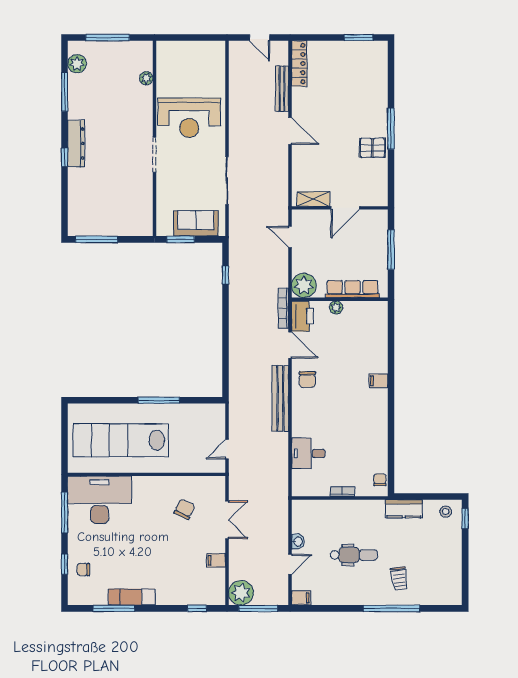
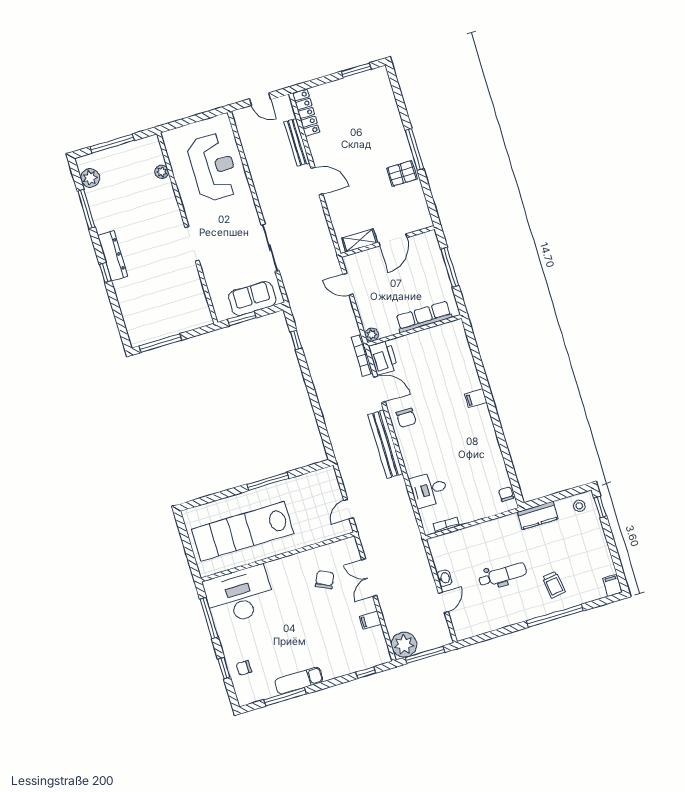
reception desk: (189, 118) -> (213, 167), moved, turned -90
plant: (304, 285) -> (372, 335), width x0.53, depth x0.53
plant: (336, 307) -> (413, 339), removed
bookcase: (342, 492) -> (446, 525), moved
double door: (227, 520) -> (369, 578), swing flipped
filing cabinet: (301, 598) -> (612, 585), moved, turned -90

